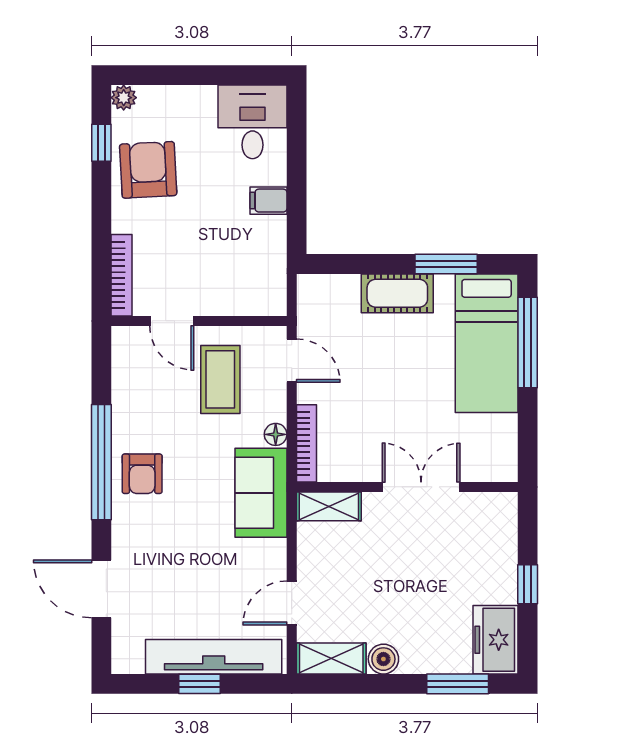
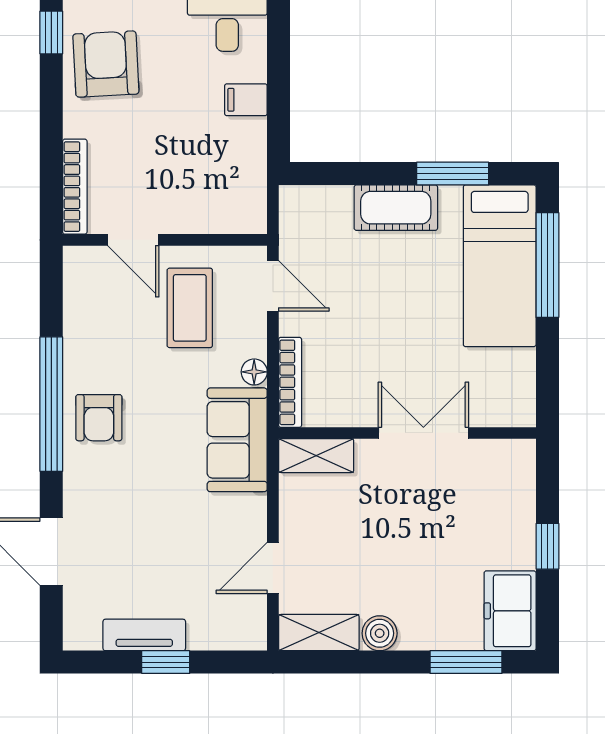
tv unit: (214, 657) -> (144, 635), width x0.52, depth x0.78

